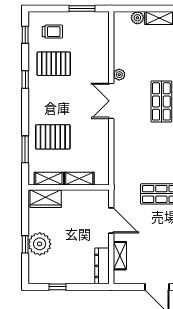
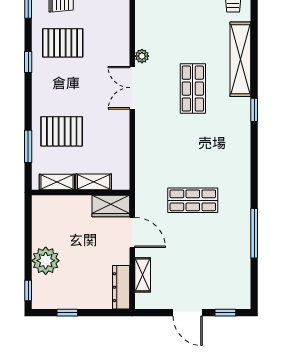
wardrobe: (46, 199) -> (111, 206), moved
window: (25, 244) -> (28, 291), moved

